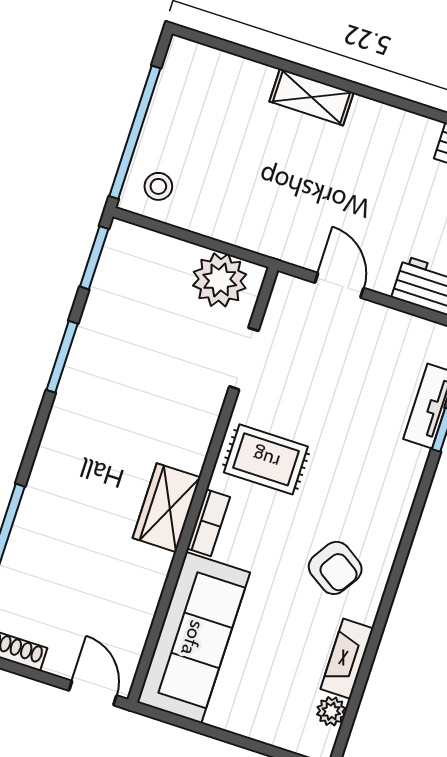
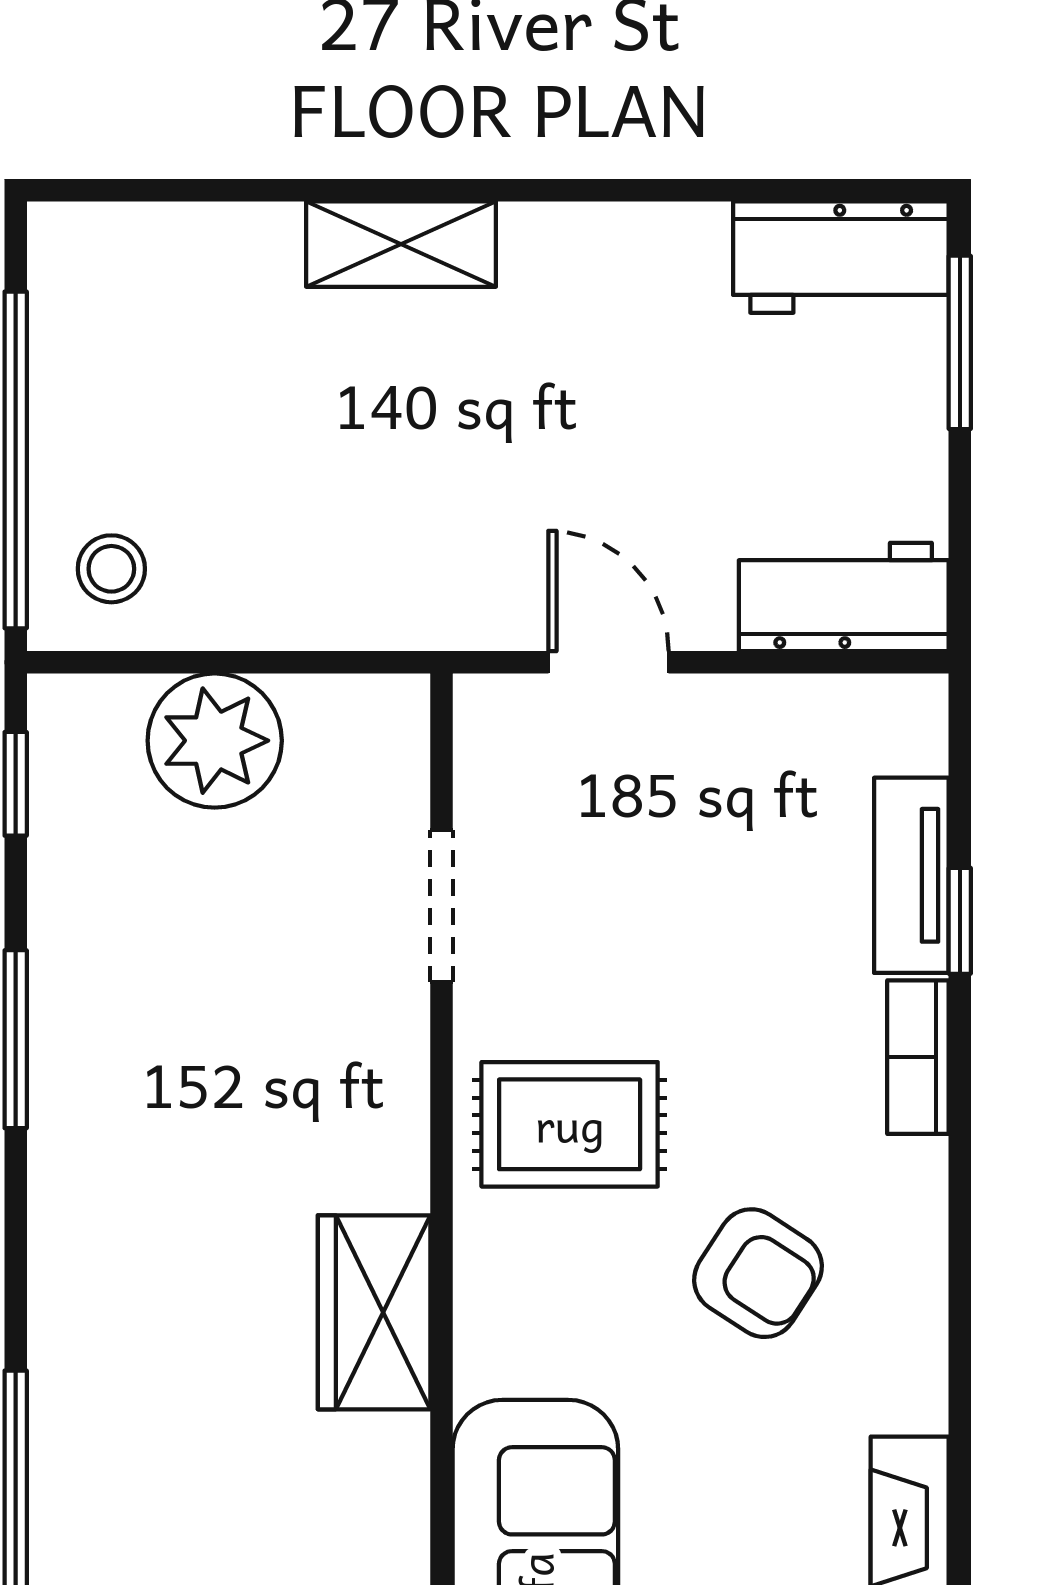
window: (94, 258) -> (16, 784), width x0.67
plant: (220, 280) -> (215, 741), moved
bookcase: (208, 523) -> (918, 1057), moved, turned 180
armchair: (335, 568) -> (758, 1273), moved

